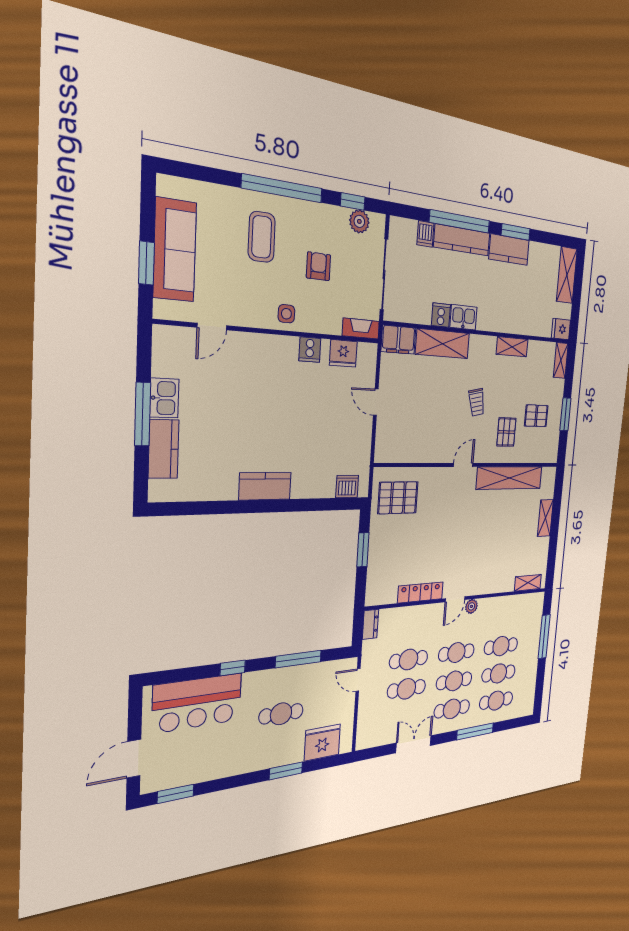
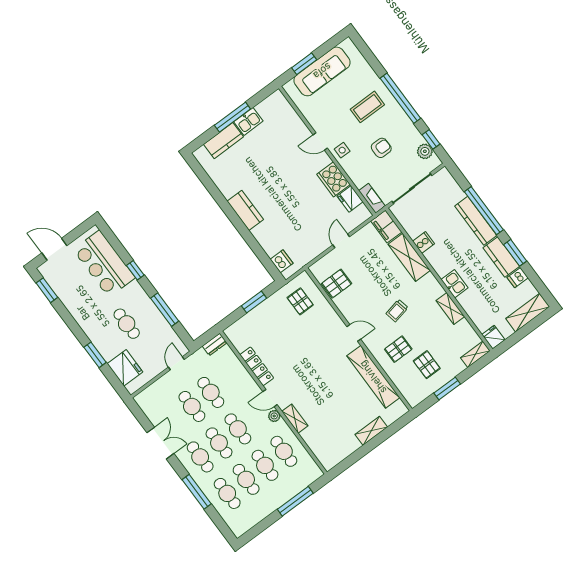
dishwasher: (425, 234) -> (518, 278), moved
kitchen sink: (464, 317) -> (454, 284), moved
door: (212, 326) -> (320, 141), moved
cooker: (310, 350) -> (334, 179), width x1.87, depth x1.31
pallet: (410, 444) -> (337, 284), added
pallet: (398, 498) -> (300, 301), width x0.67, depth x0.71
shelving: (528, 583) -> (295, 419), moved
cafe table: (503, 618) -> (284, 451), added

